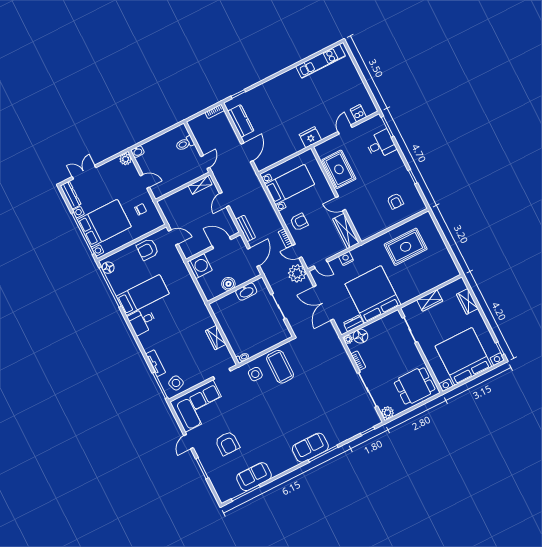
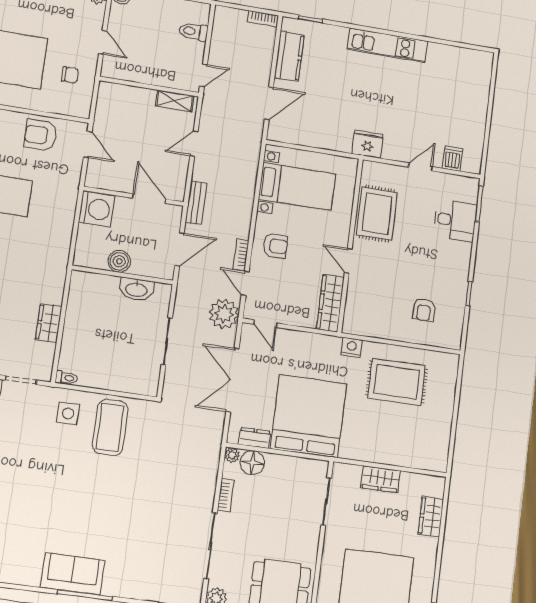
kitchen unit: (321, 61) -> (387, 45), moved
nightstand: (346, 258) -> (352, 347), moved

